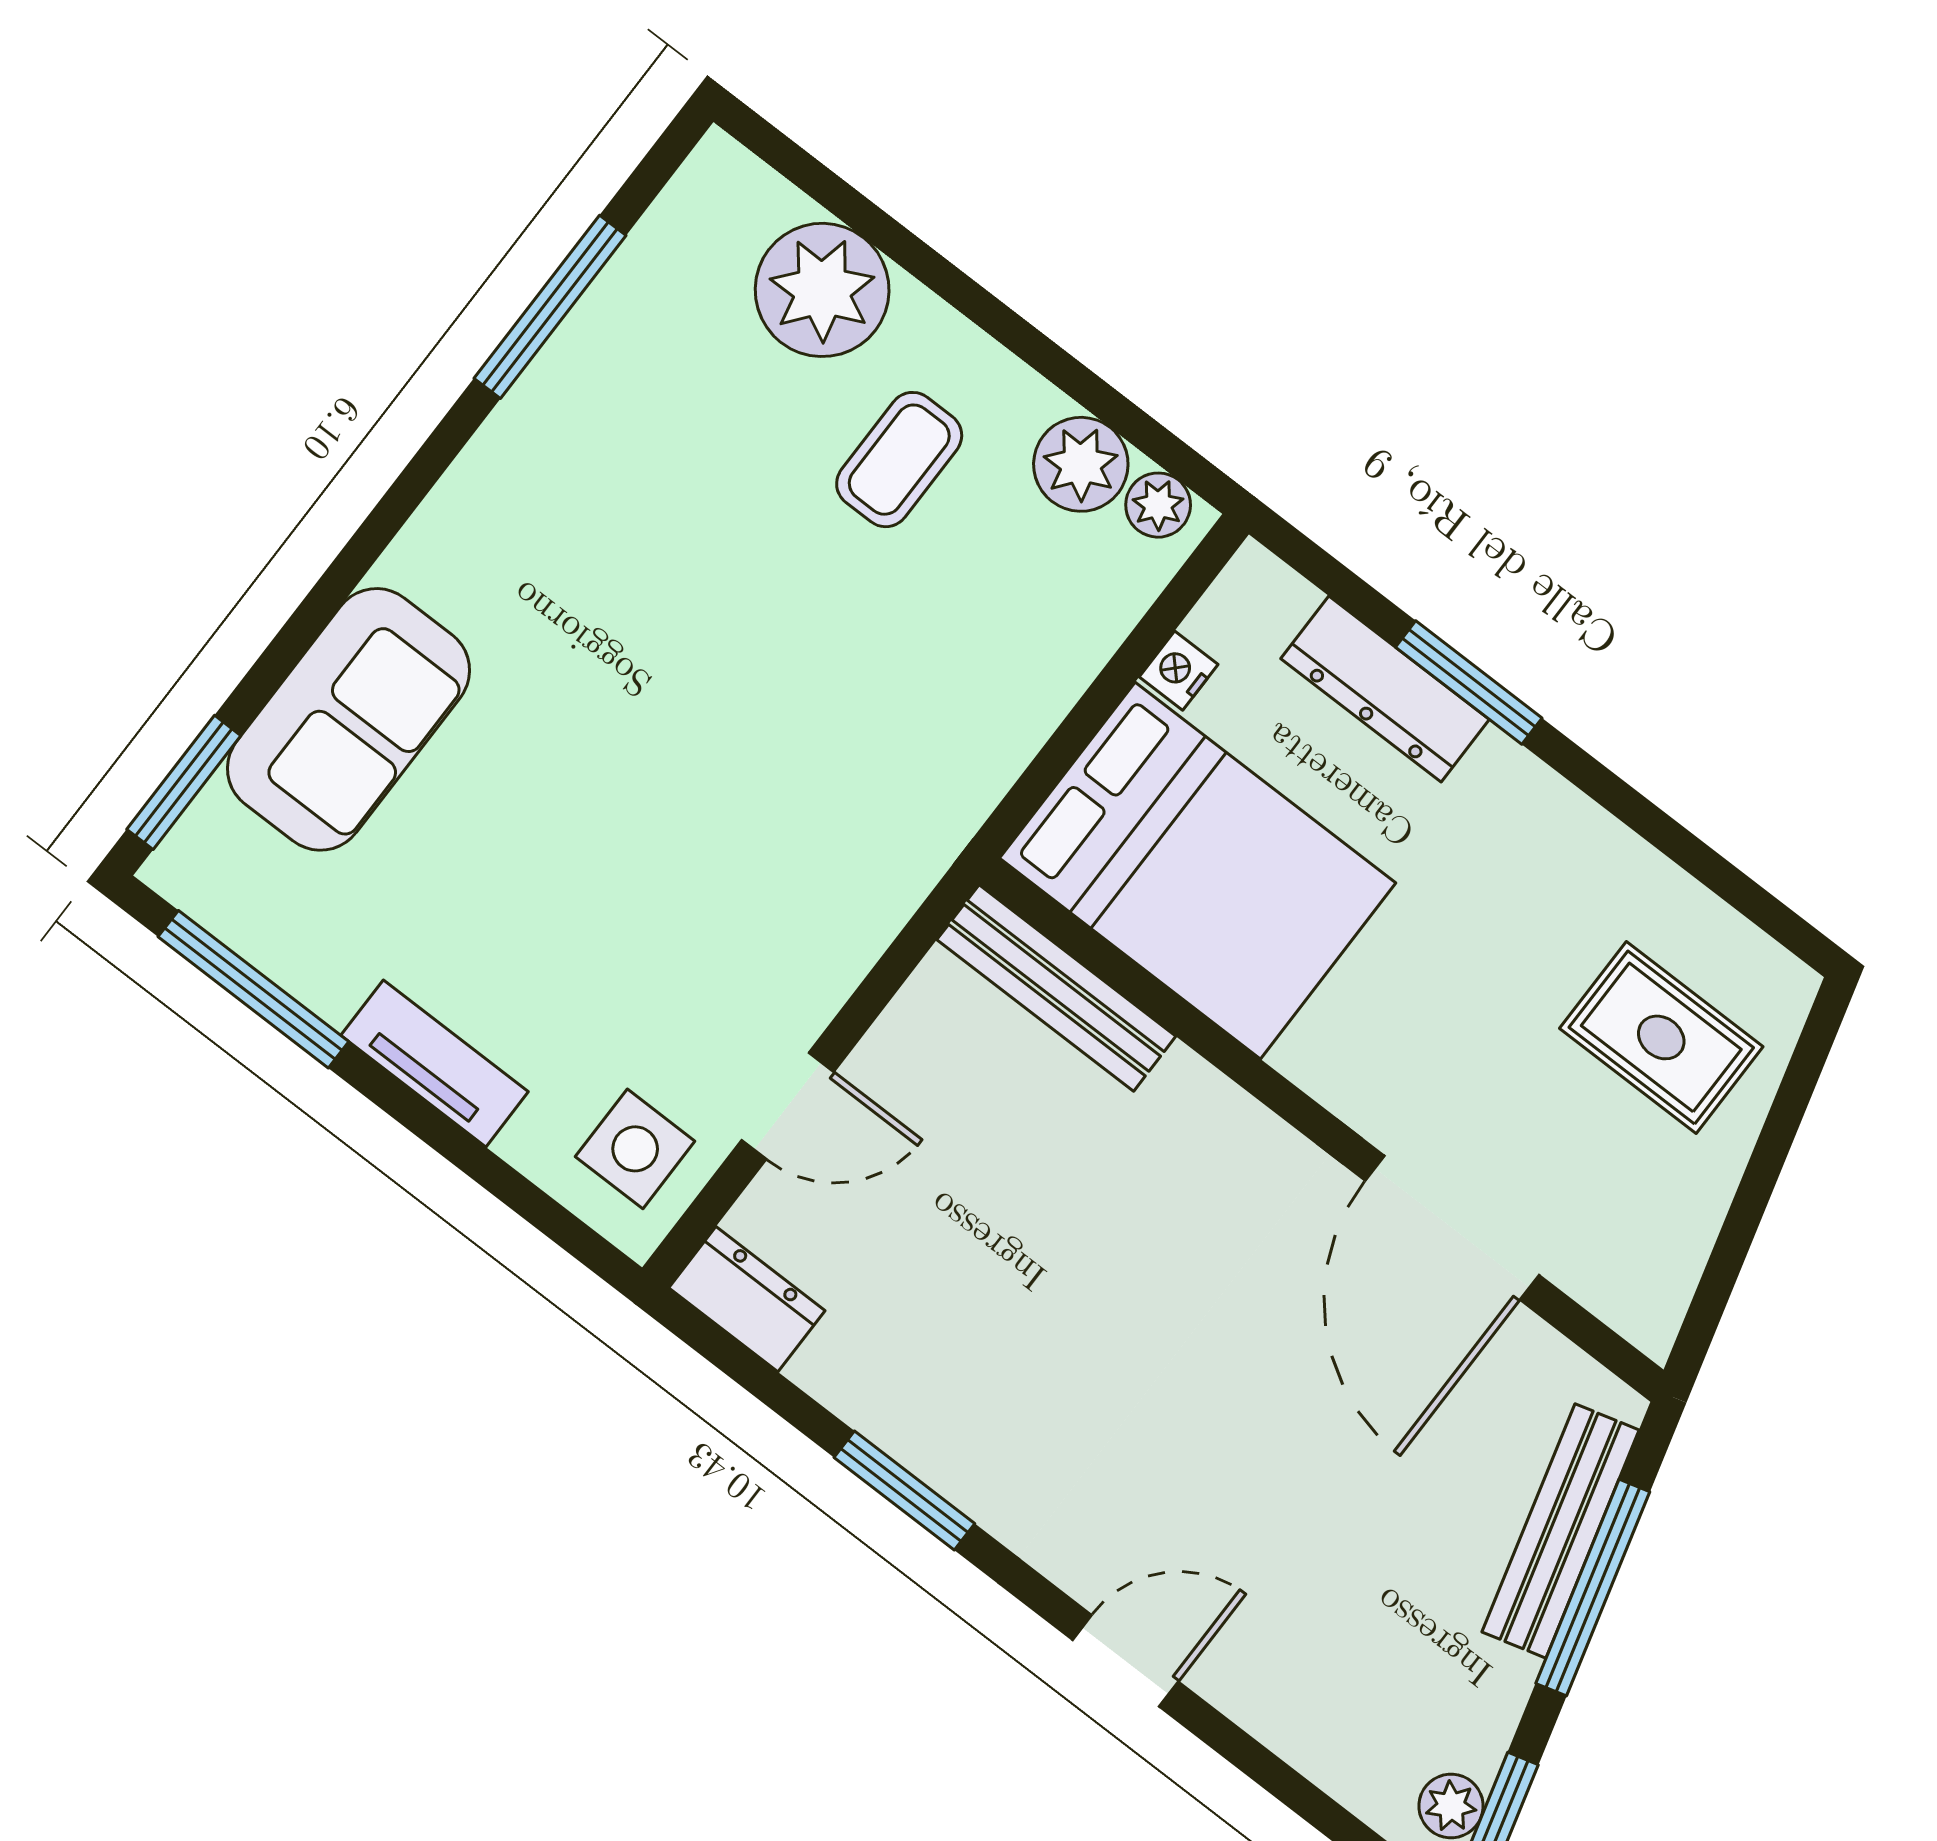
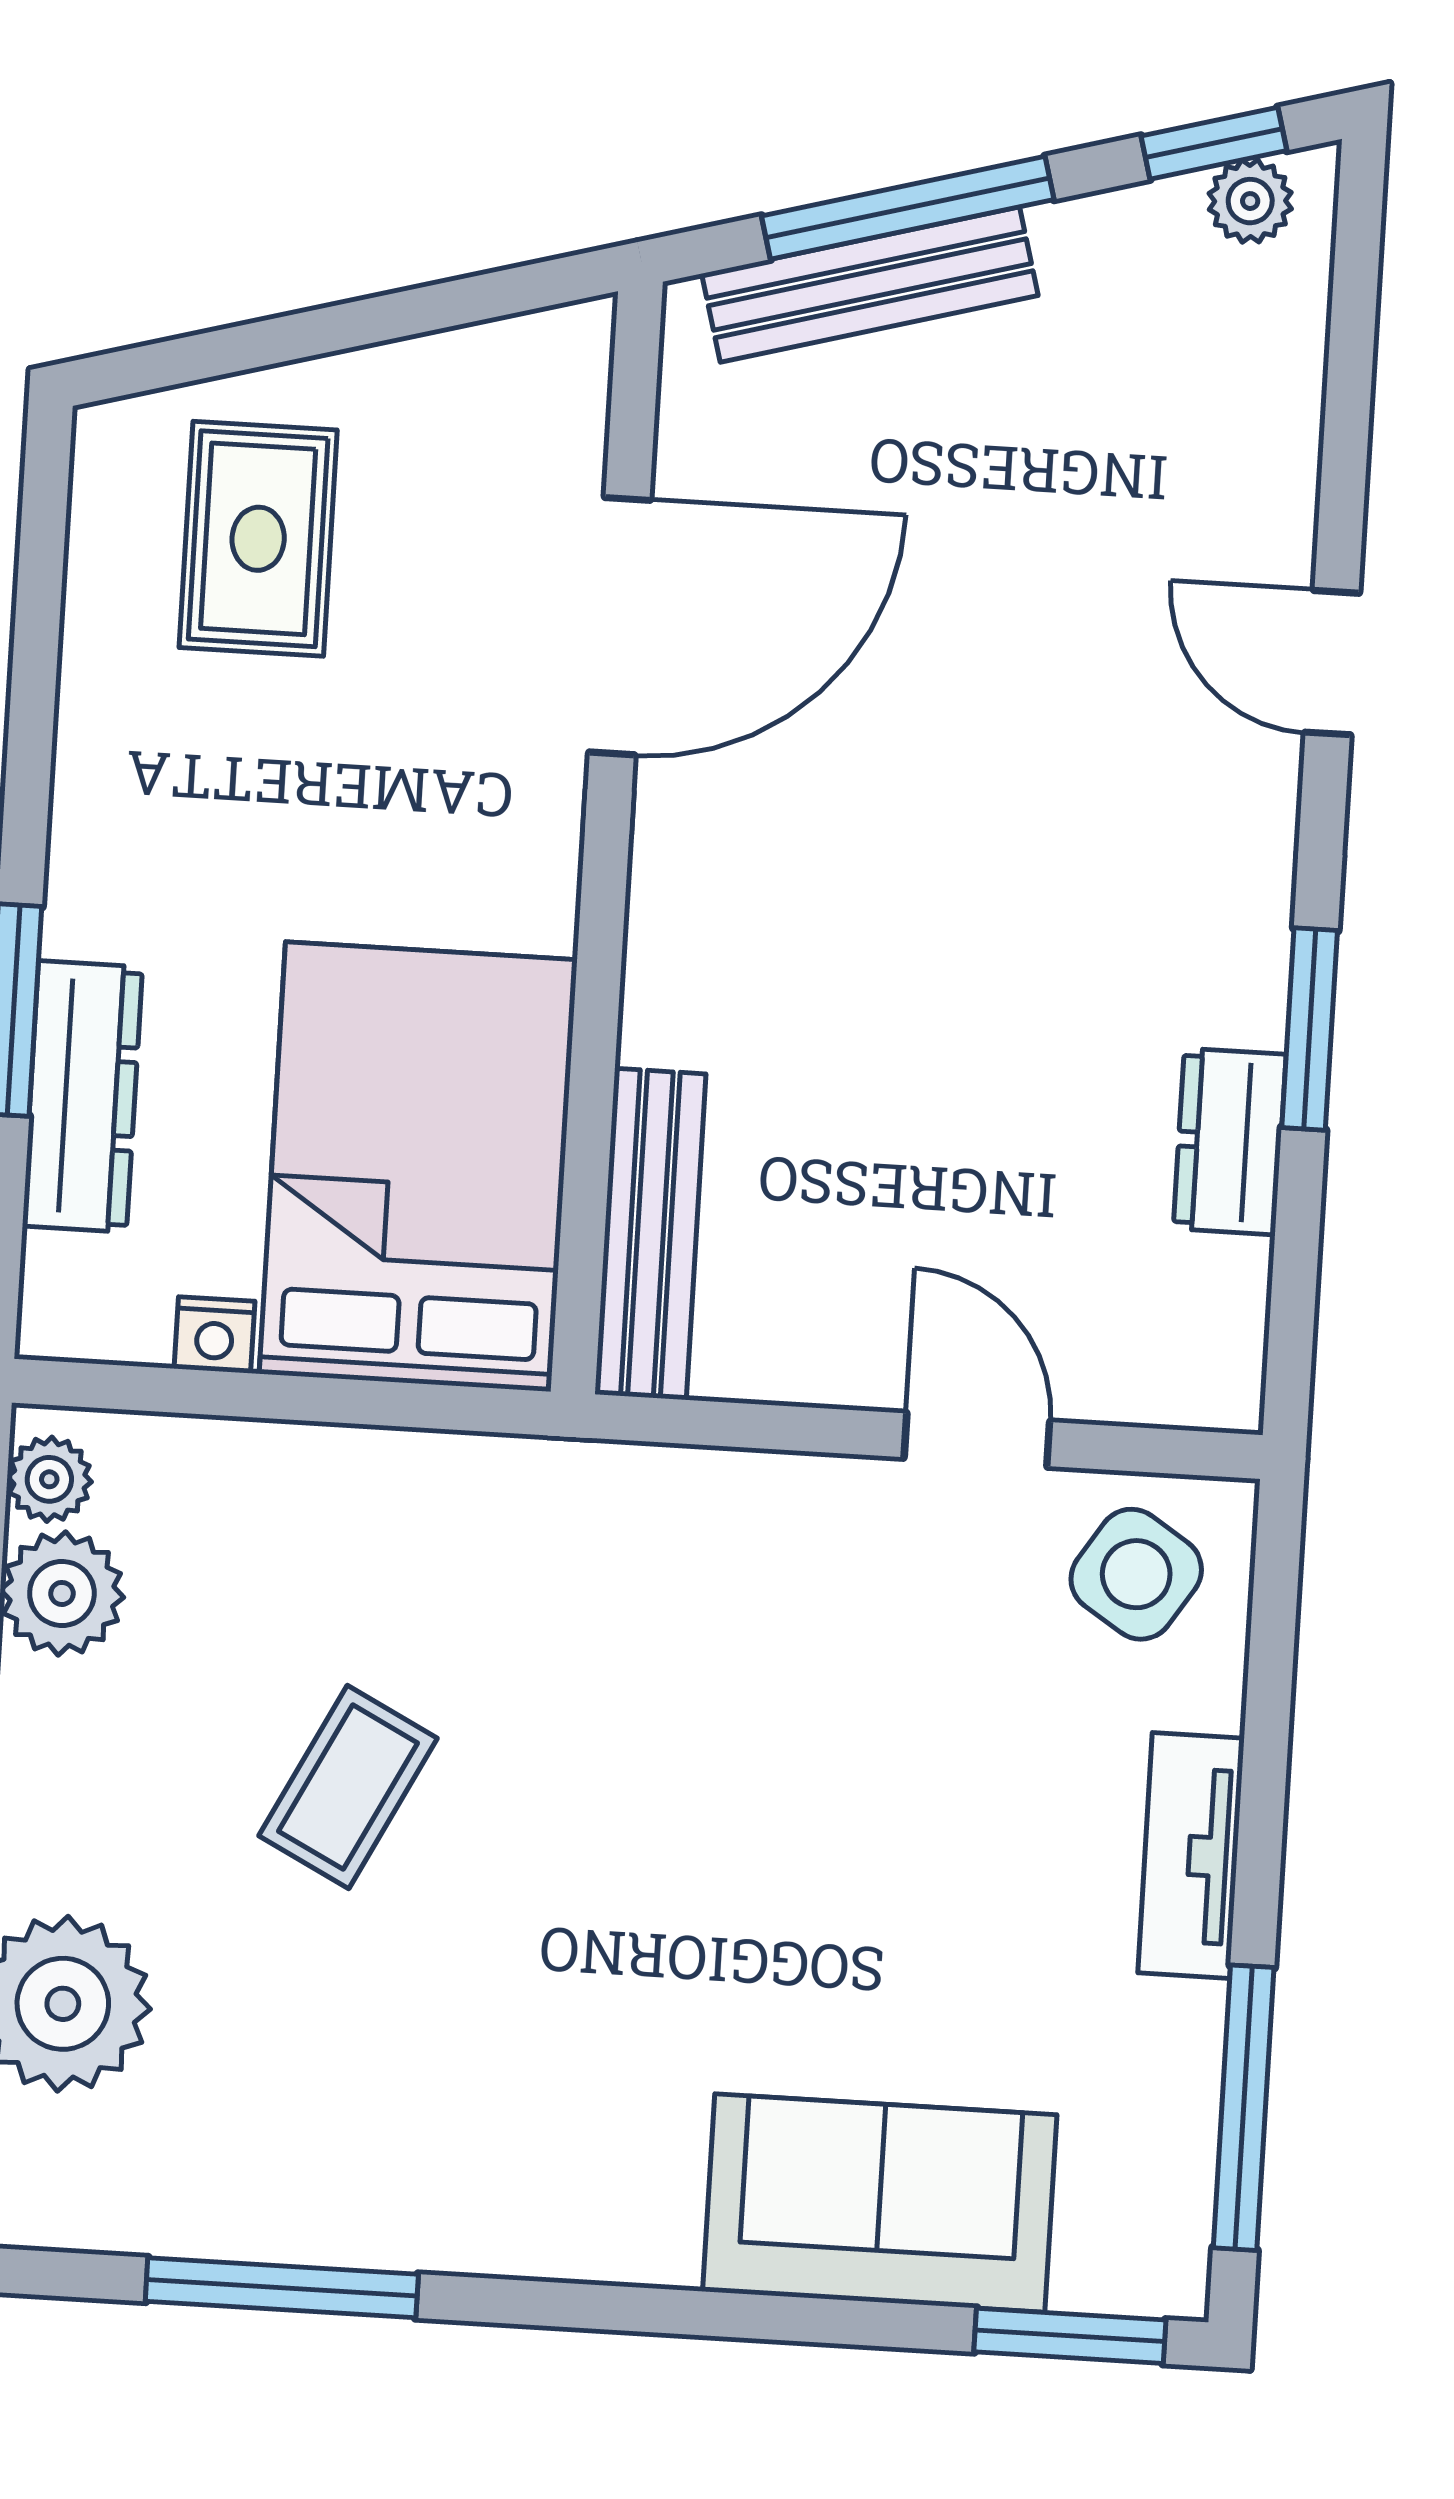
coffee table: (899, 460) -> (348, 1787), moved, turned -63
side table: (635, 1149) -> (1136, 1574), turned 33
dresser: (747, 1299) -> (1230, 1142), moved

